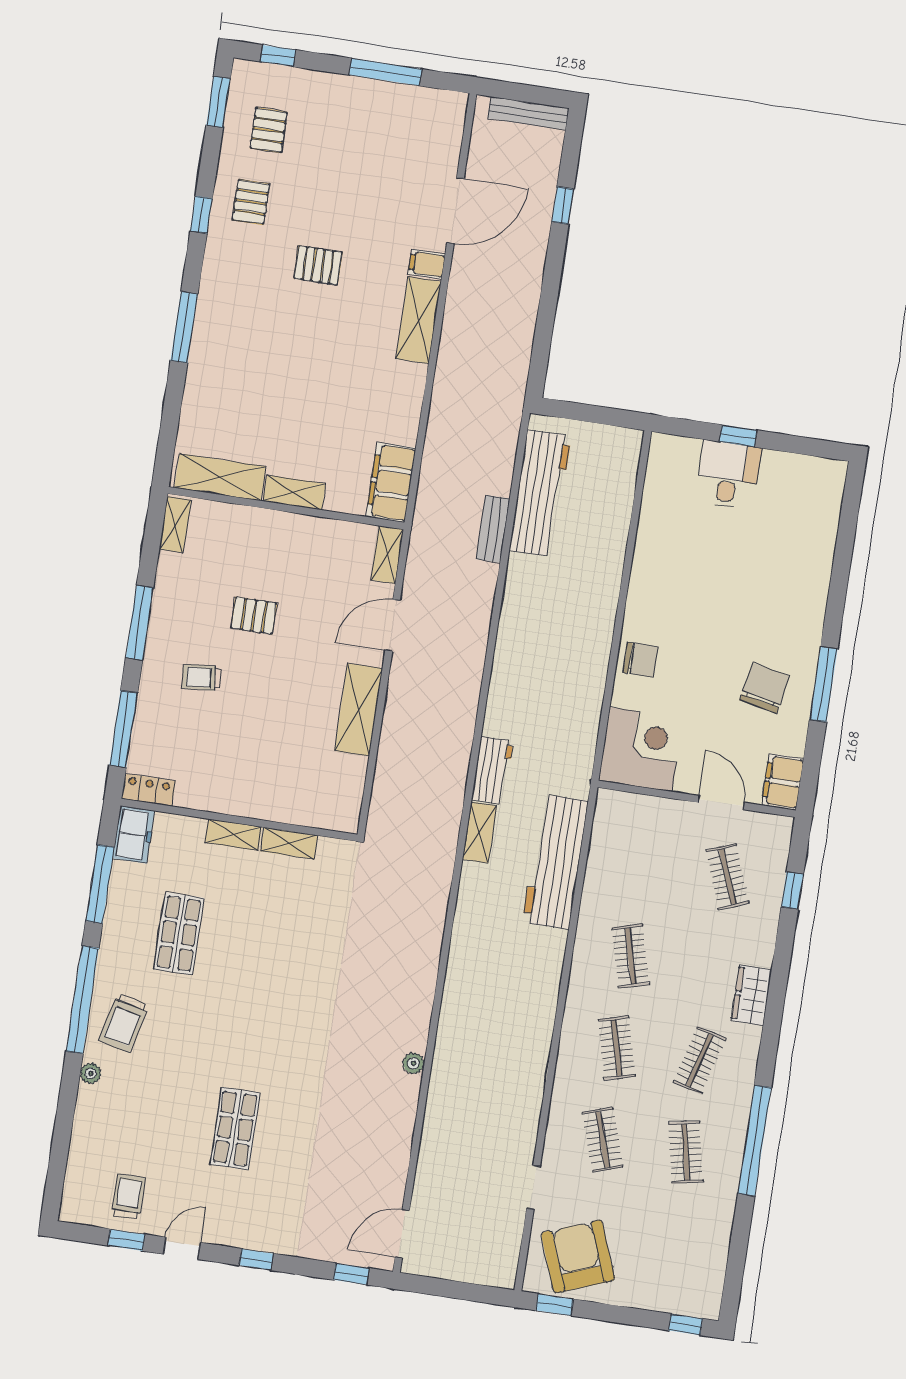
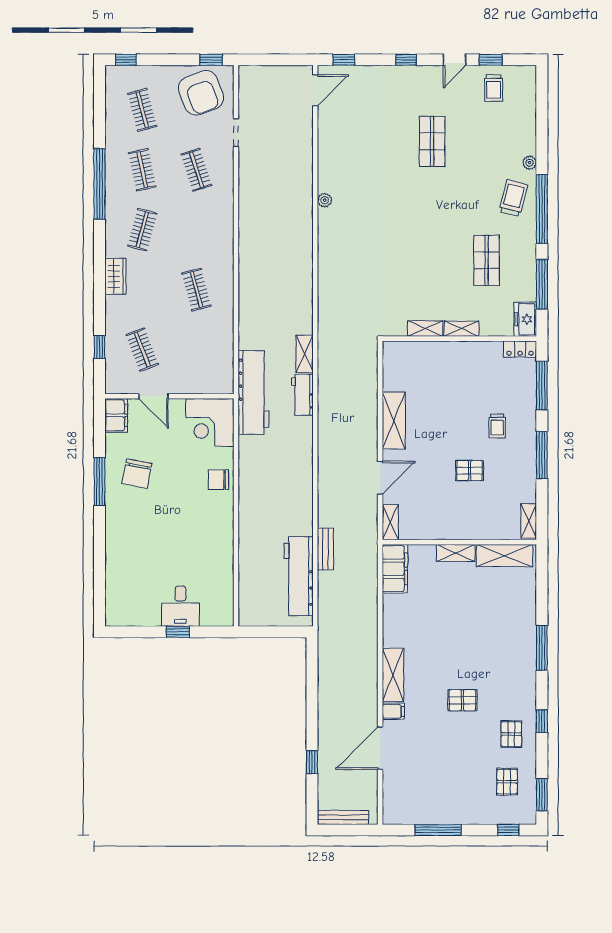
trolley: (201, 677) -> (497, 426), turned 95
workbench: (555, 862) -> (253, 392), moved
clothes rail: (617, 1048) -> (142, 110), moved

